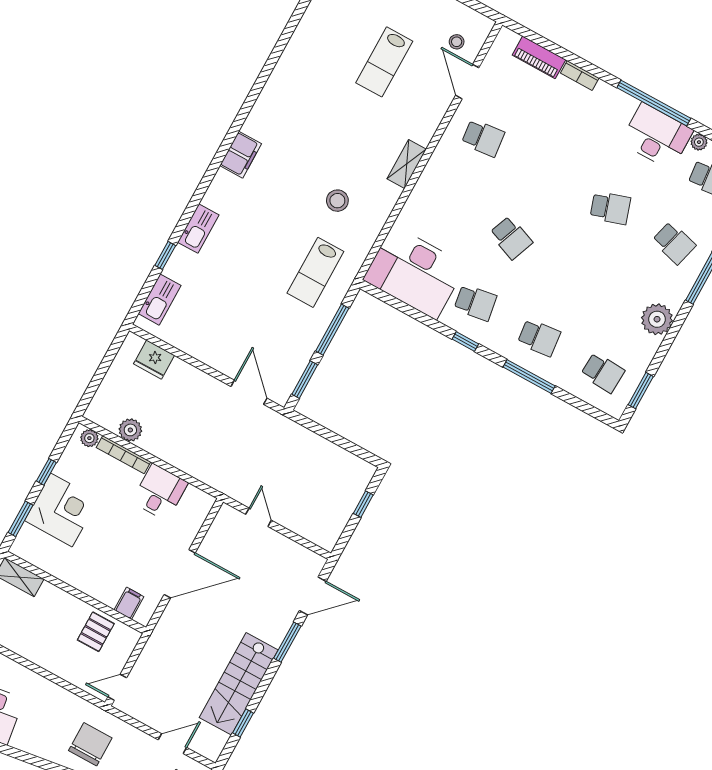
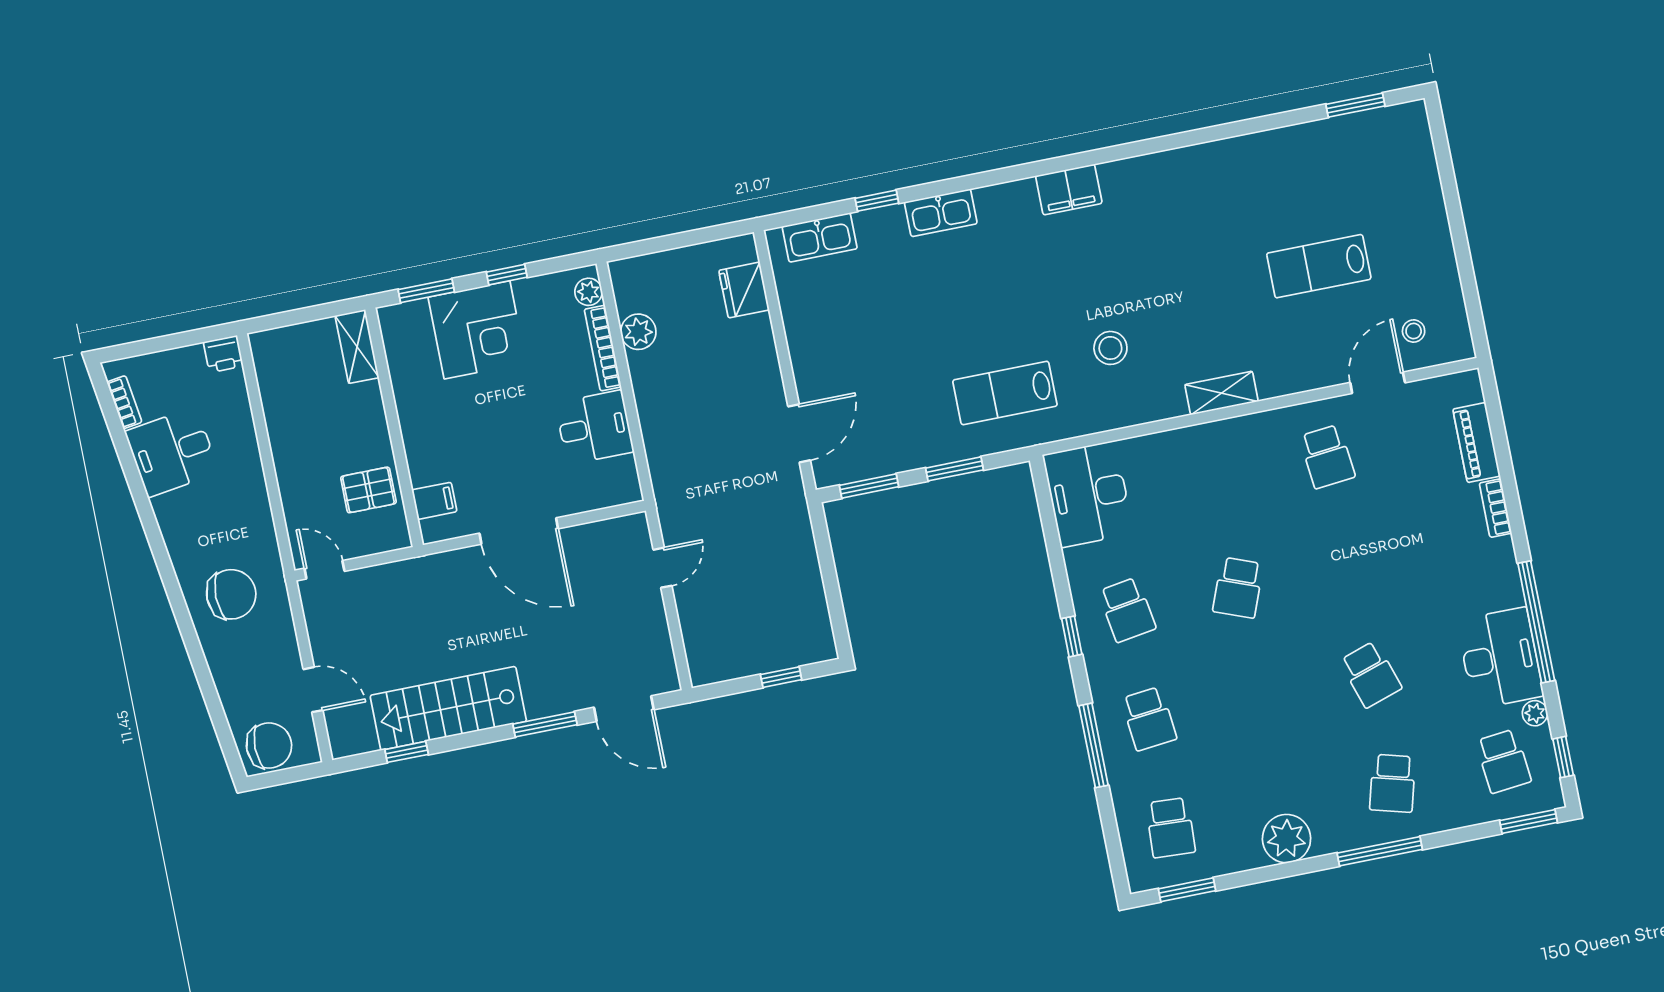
desk: (415, 272) -> (1088, 494), width x0.73, depth x0.77
window: (332, 330) -> (955, 469), width x0.69

